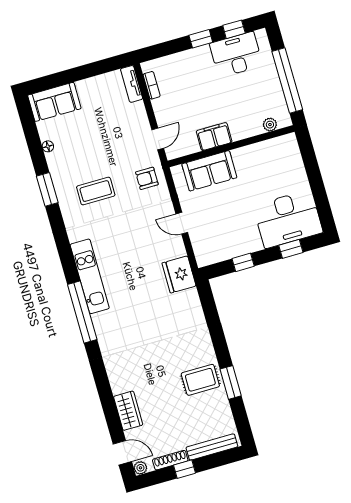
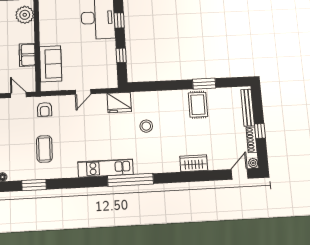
plant: (270, 125) -> (25, 15), width x1.88, depth x1.88
stool: (156, 317) -> (146, 126), added
wardrobe: (128, 411) -> (194, 163), moved

